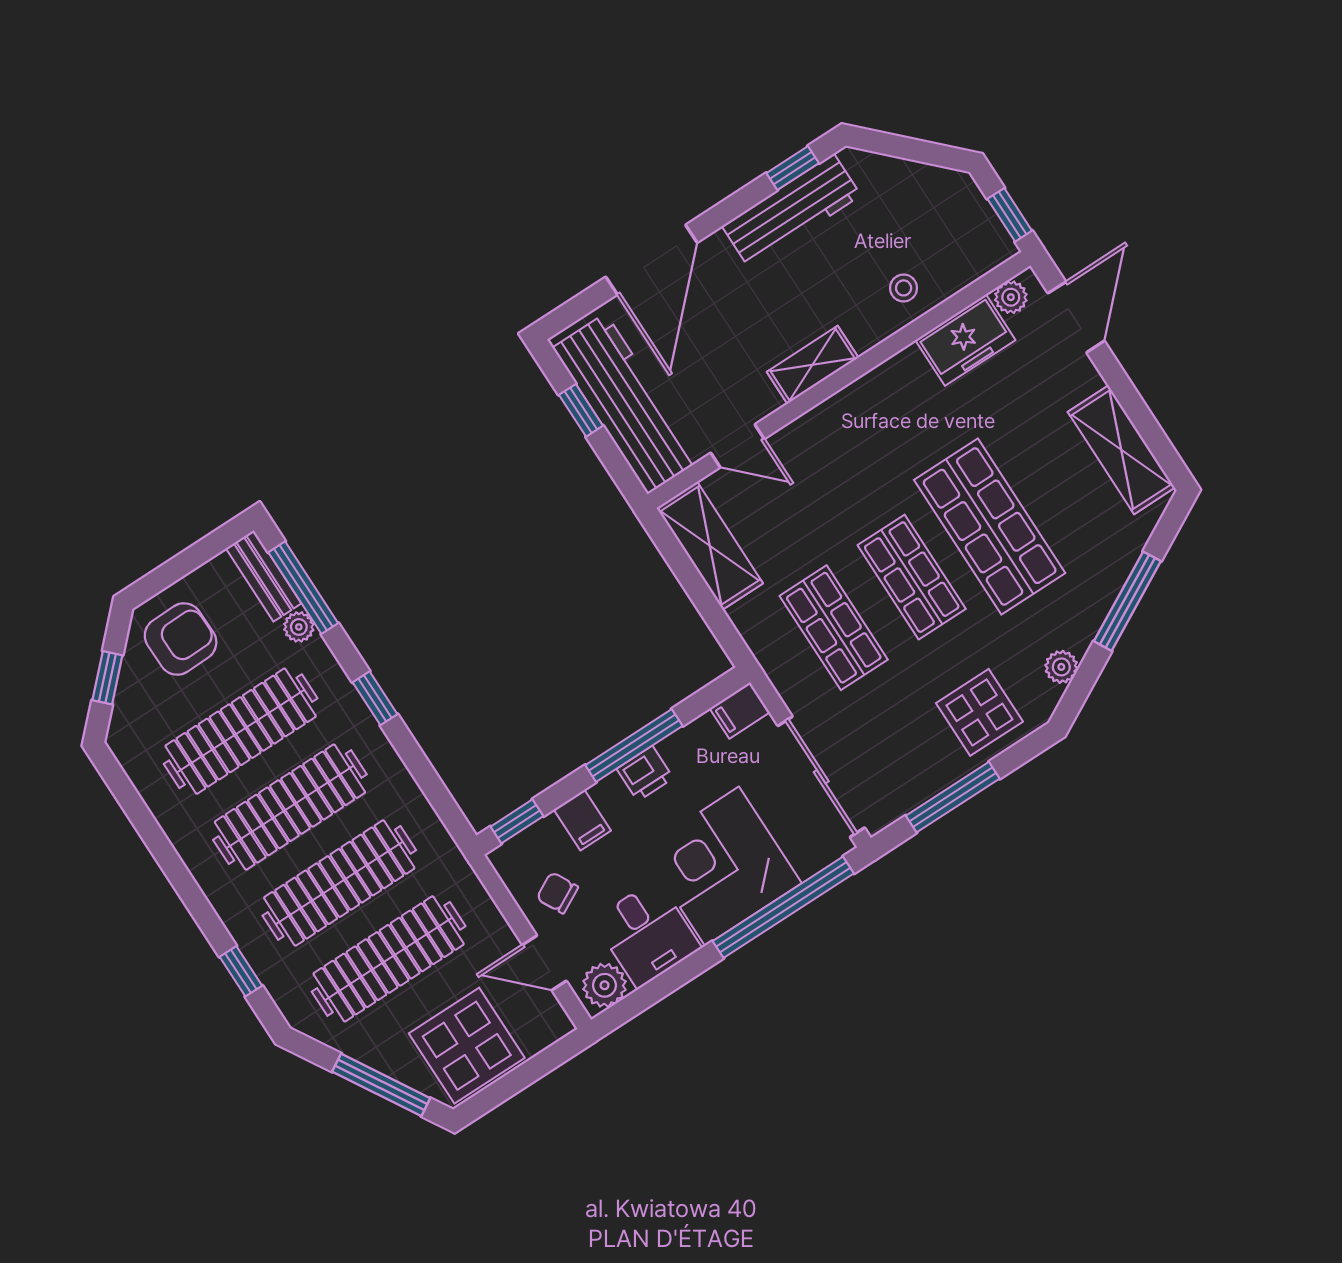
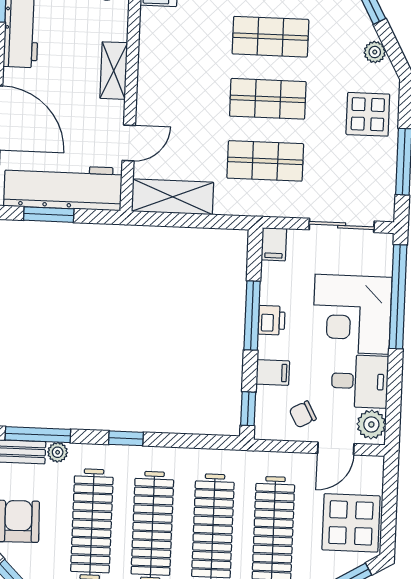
window: (581, 410) -> (49, 215), width x1.50
shop shelf: (990, 526) -> (270, 37), width x0.70, depth x0.74
sliding door: (821, 777) -> (342, 225), width x0.73

